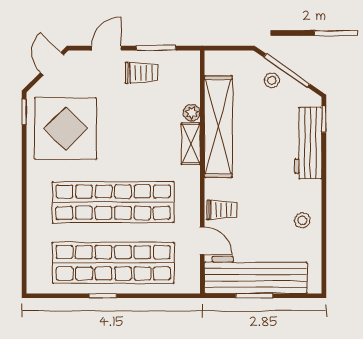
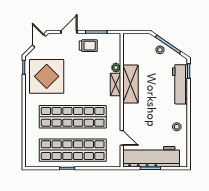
shelving: (218, 126) -> (131, 84), width x0.68
trolley: (222, 210) -> (132, 121), removed

